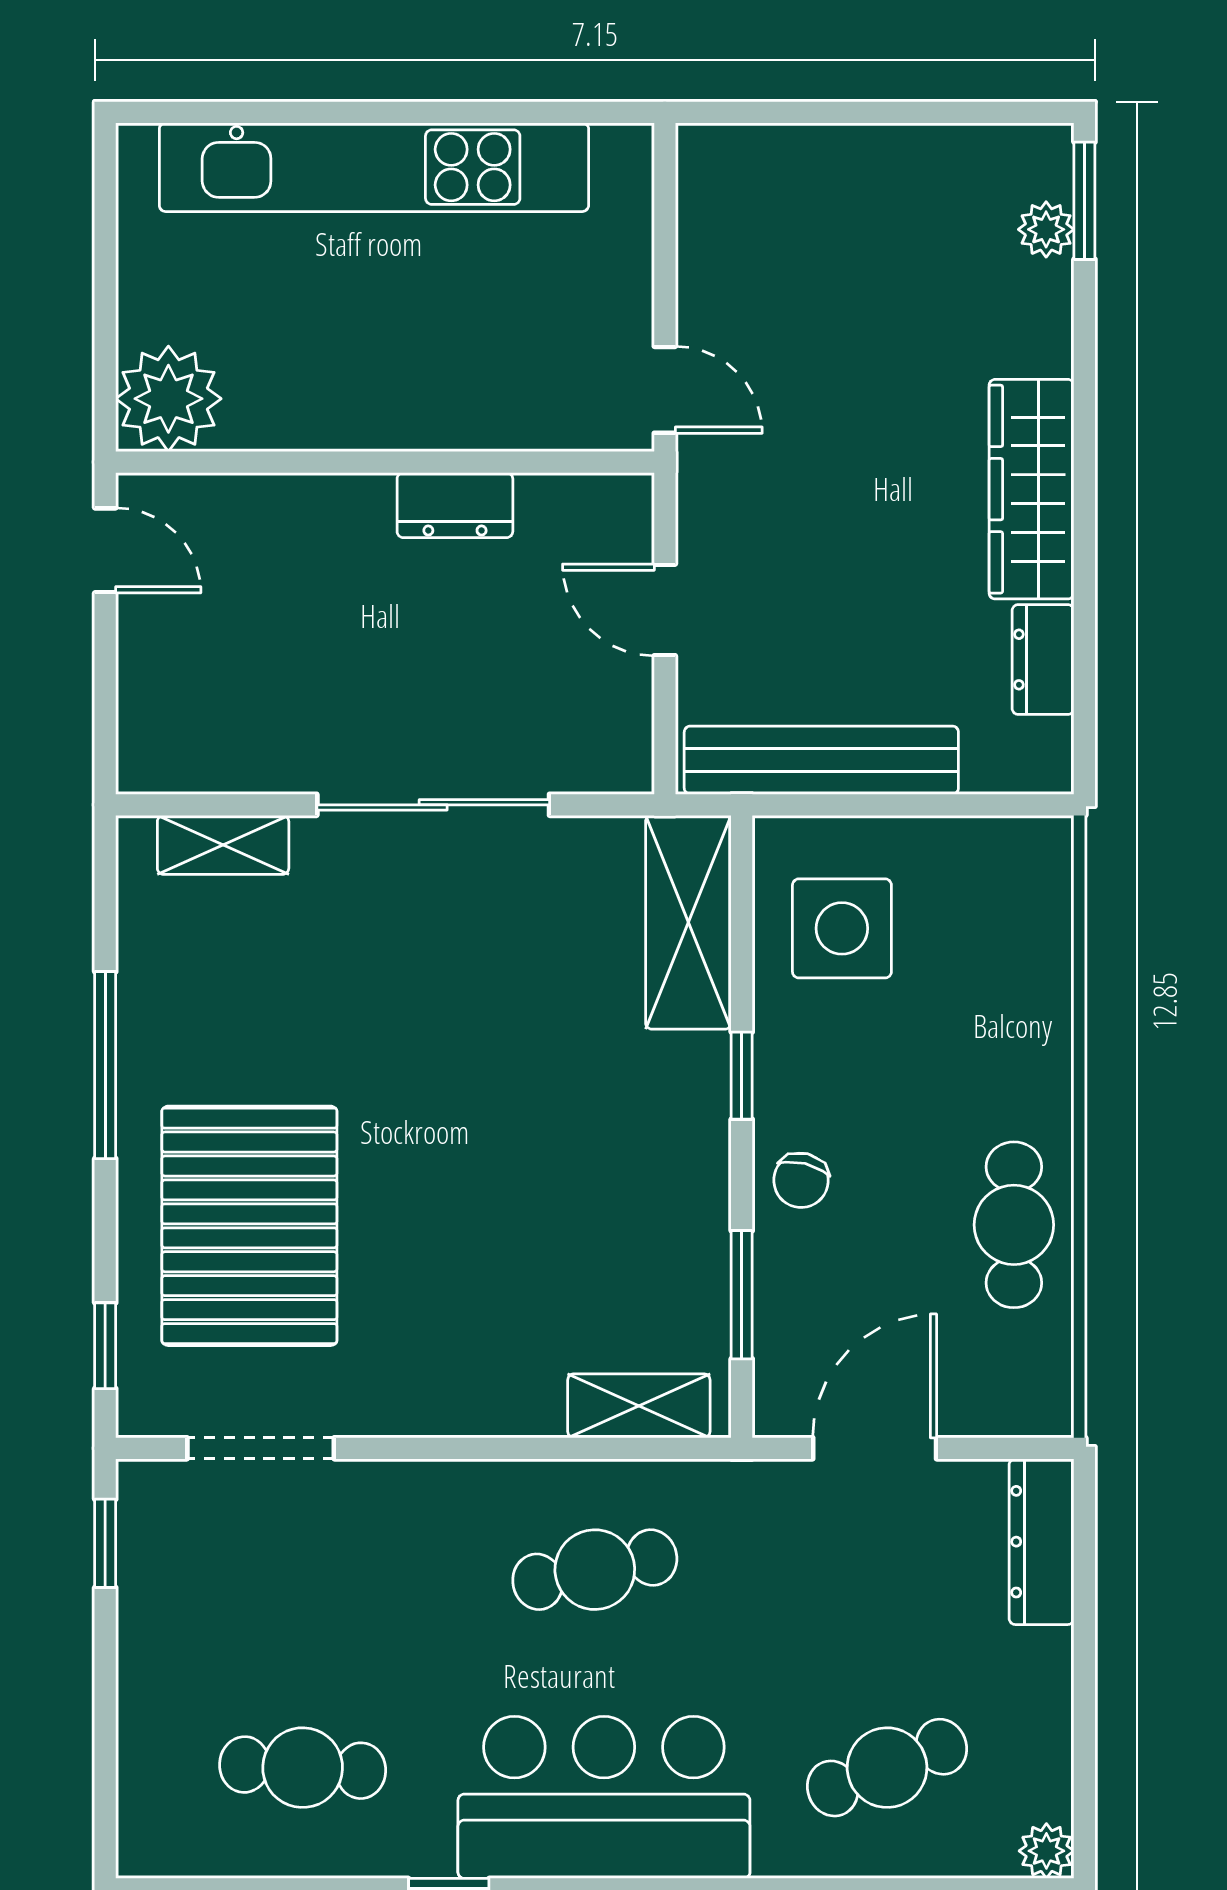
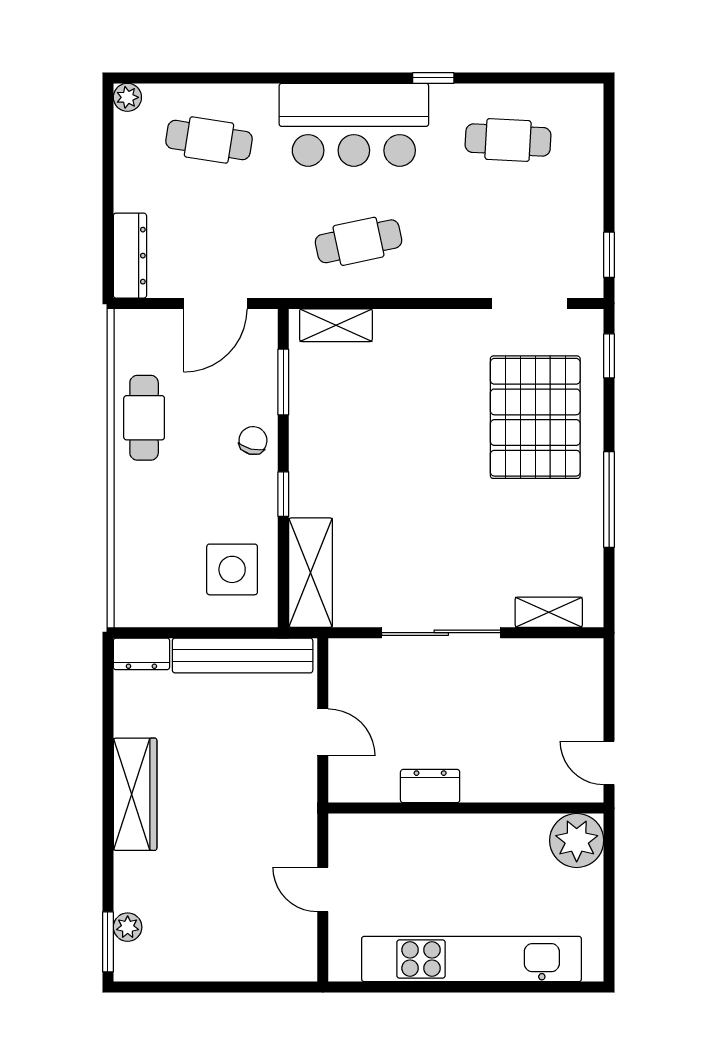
door: (665, 390) -> (323, 889), moved
dresser: (1043, 660) -> (141, 654), moved, turned 90
cafe table: (887, 1768) -> (209, 140), turned 30

